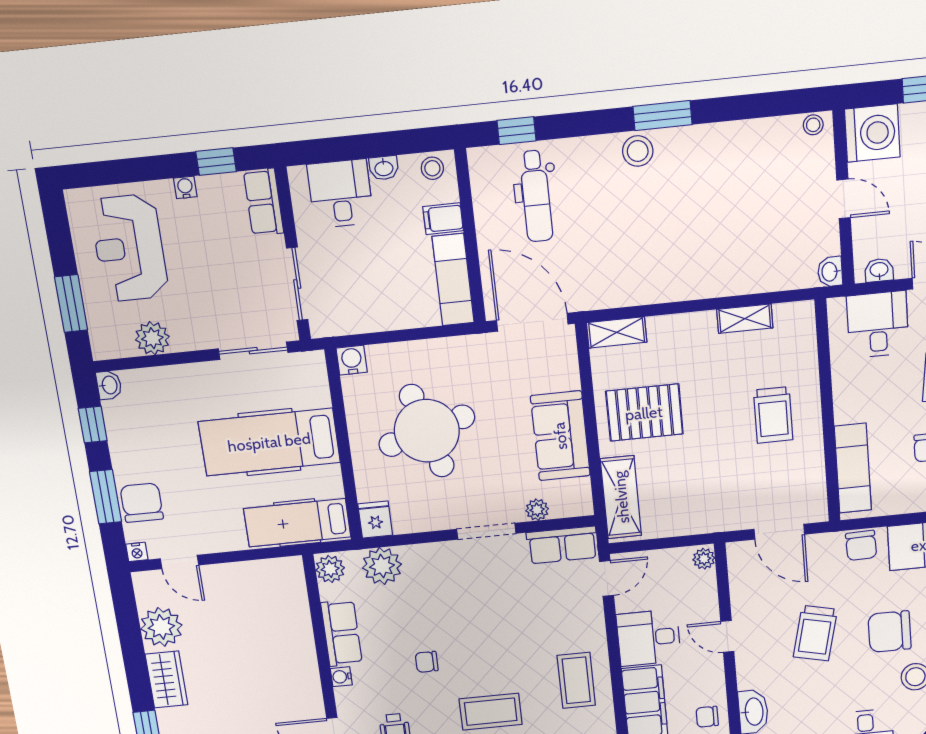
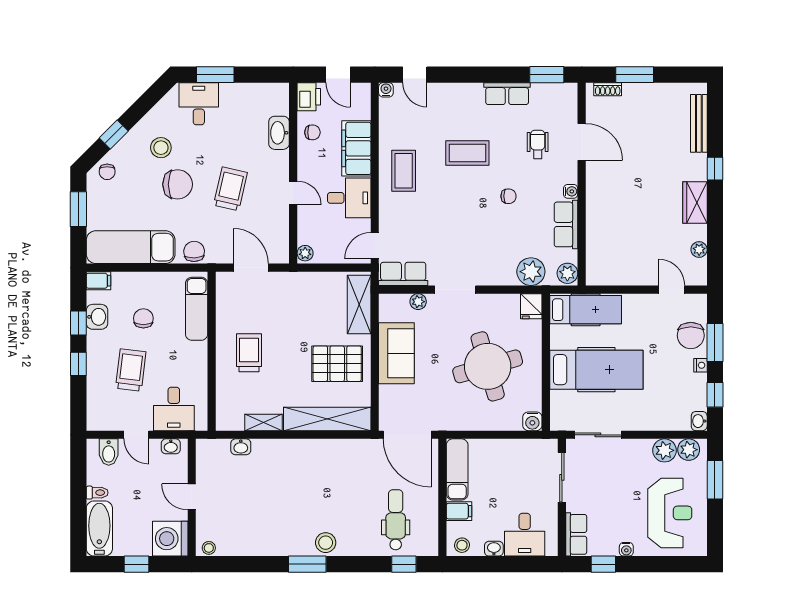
washbasin: (830, 272) -> (241, 447), moved, turned 90
shelving: (617, 332) -> (327, 419), width x2.20, depth x1.33
plant: (117, 343) -> (689, 450), added
nightstand: (137, 552) -> (701, 365), moved, turned 90
plant: (161, 627) -> (699, 250), width x0.53, depth x0.53

